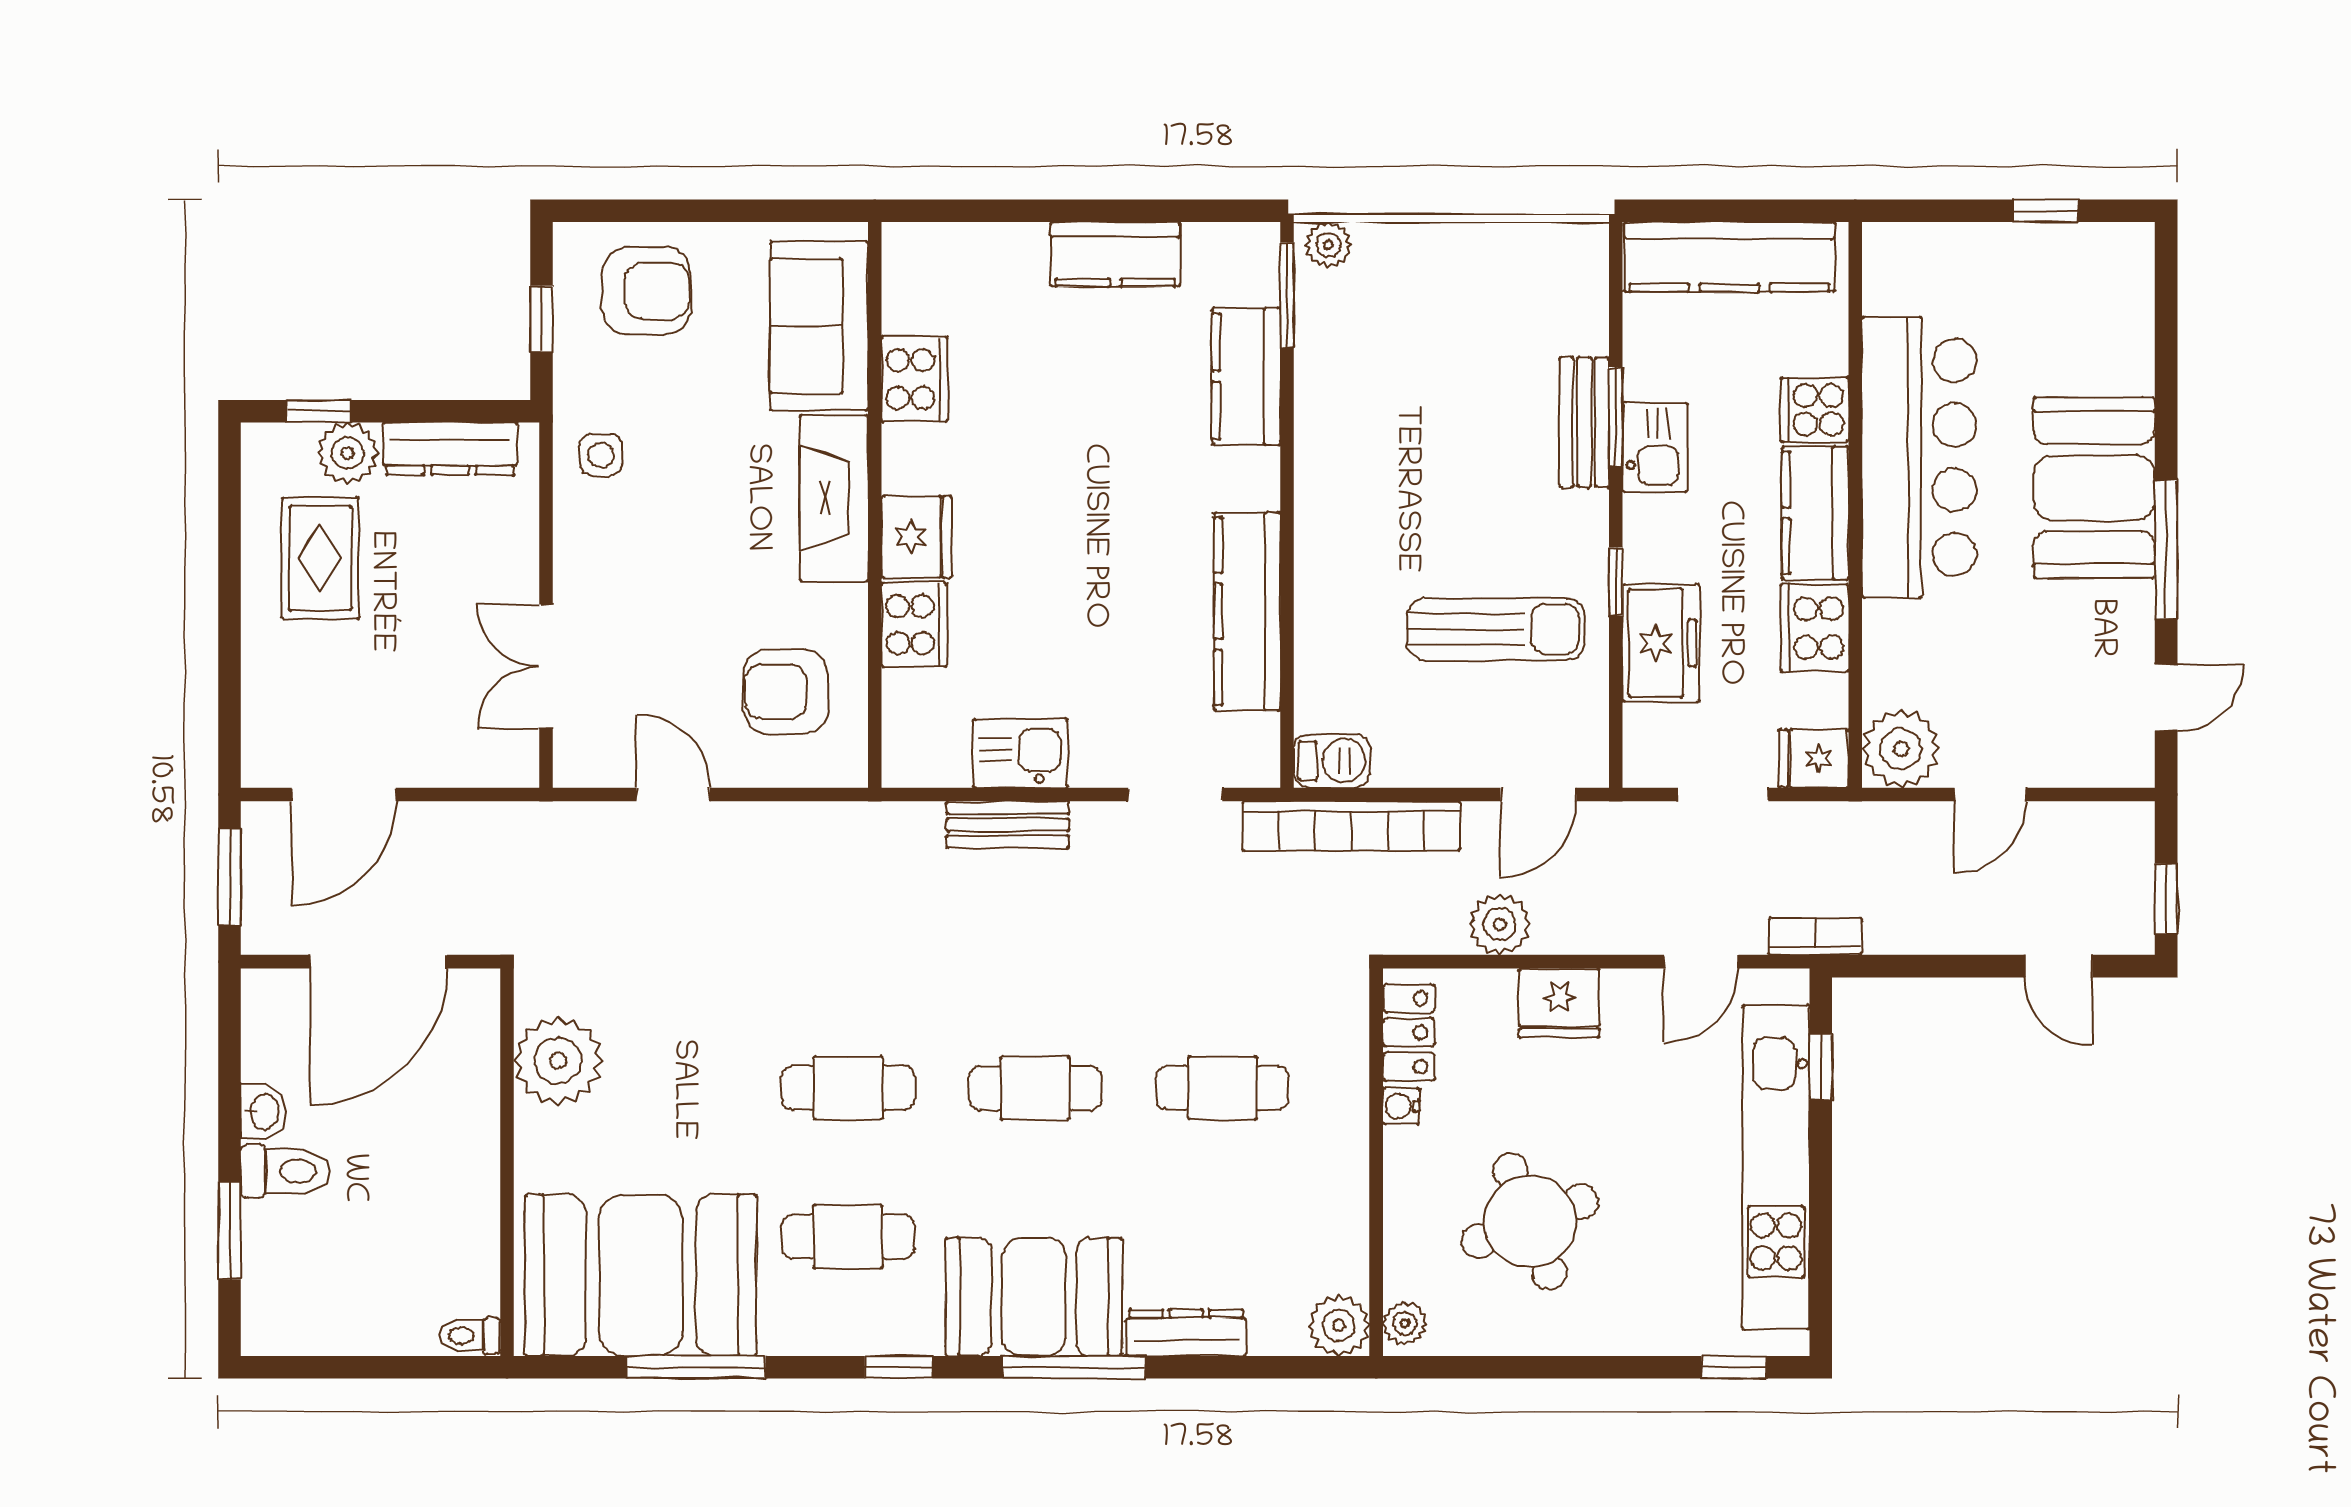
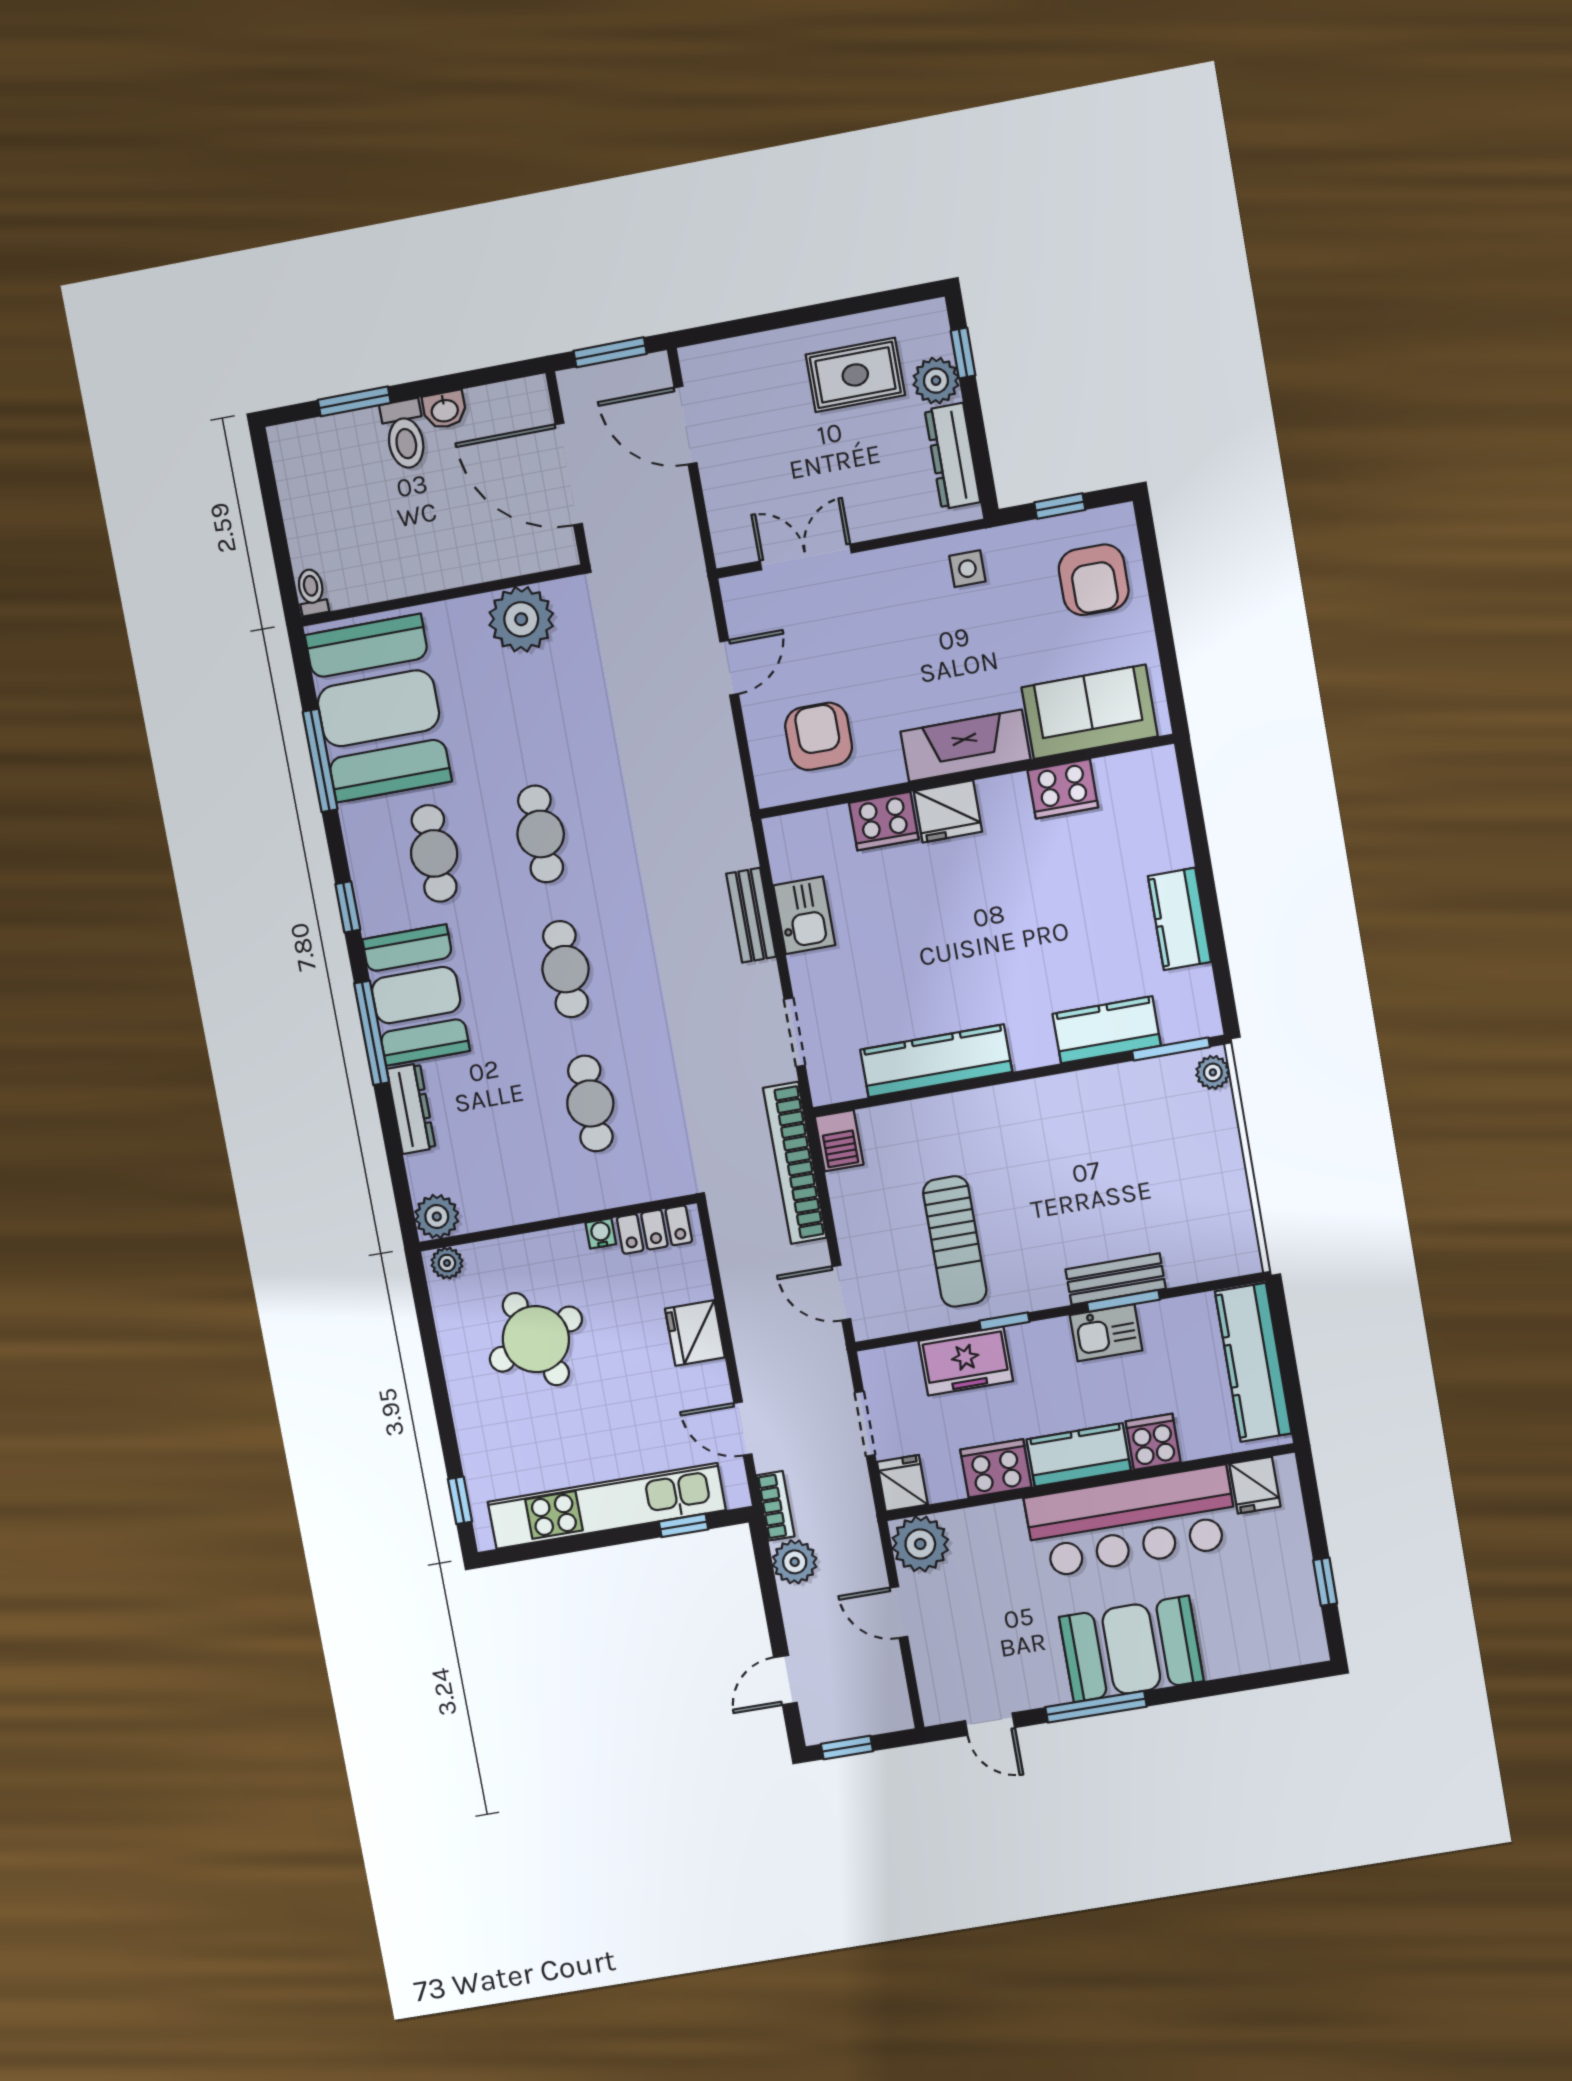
fridge: (1897, 283) -> (1255, 1485), added
plant: (1500, 924) -> (795, 1562), moved

